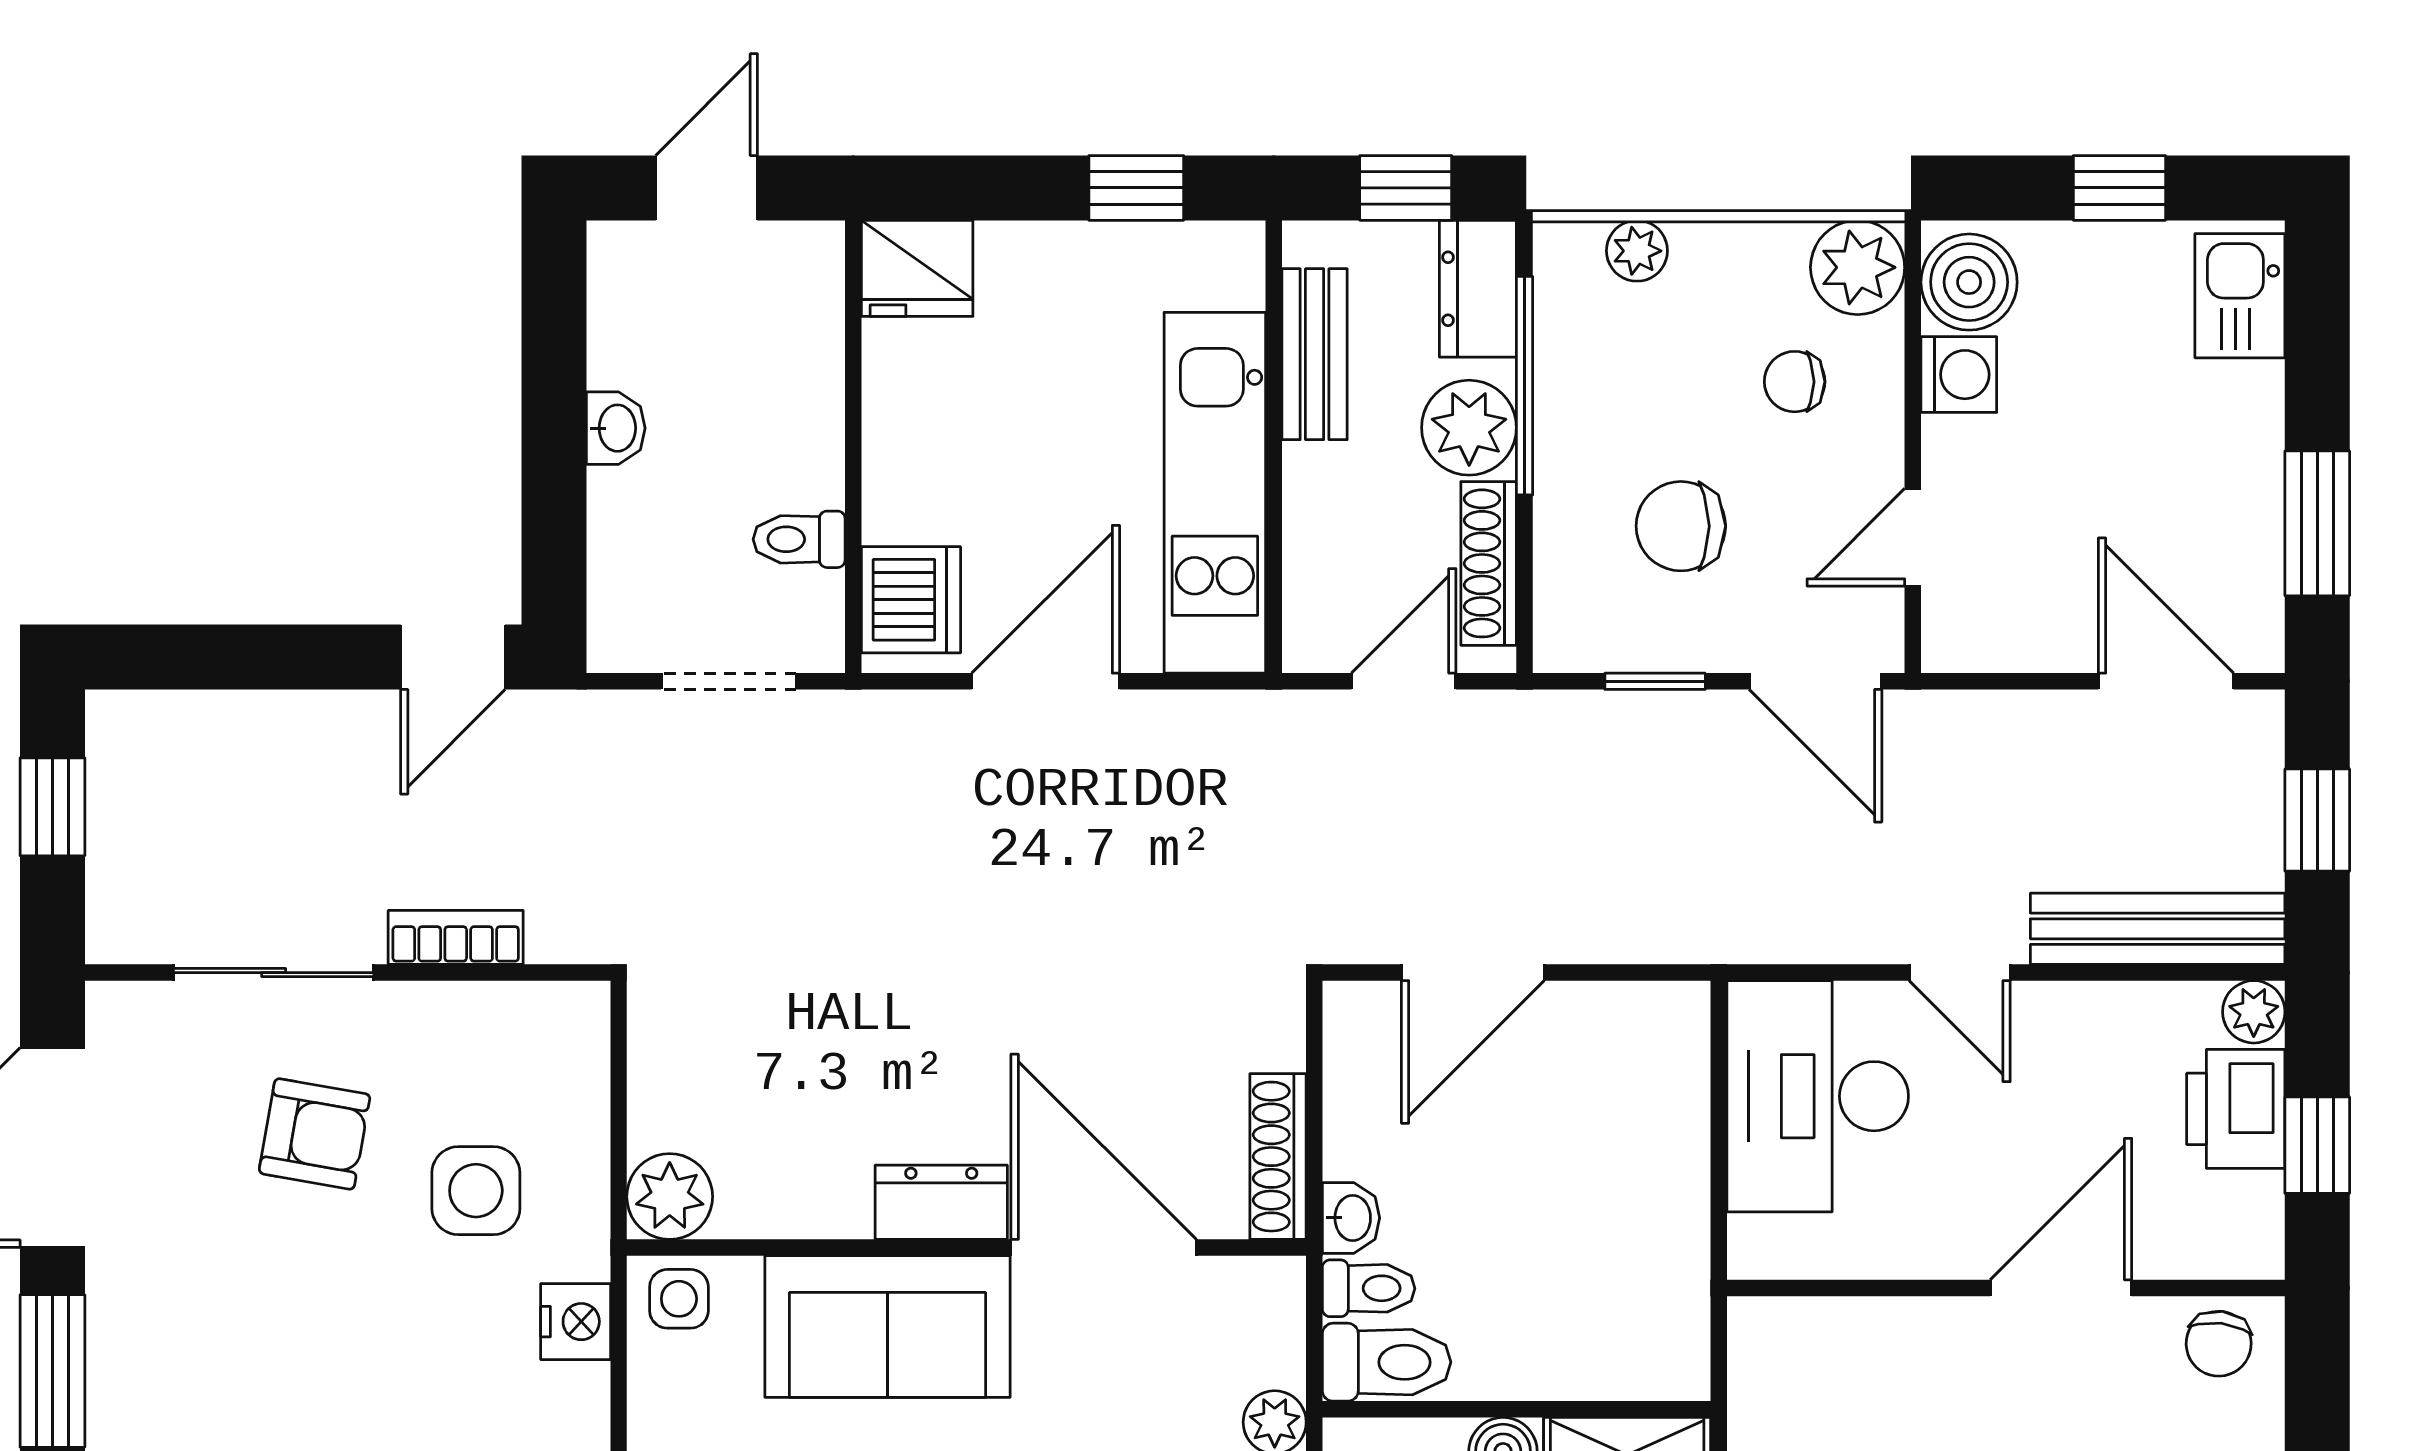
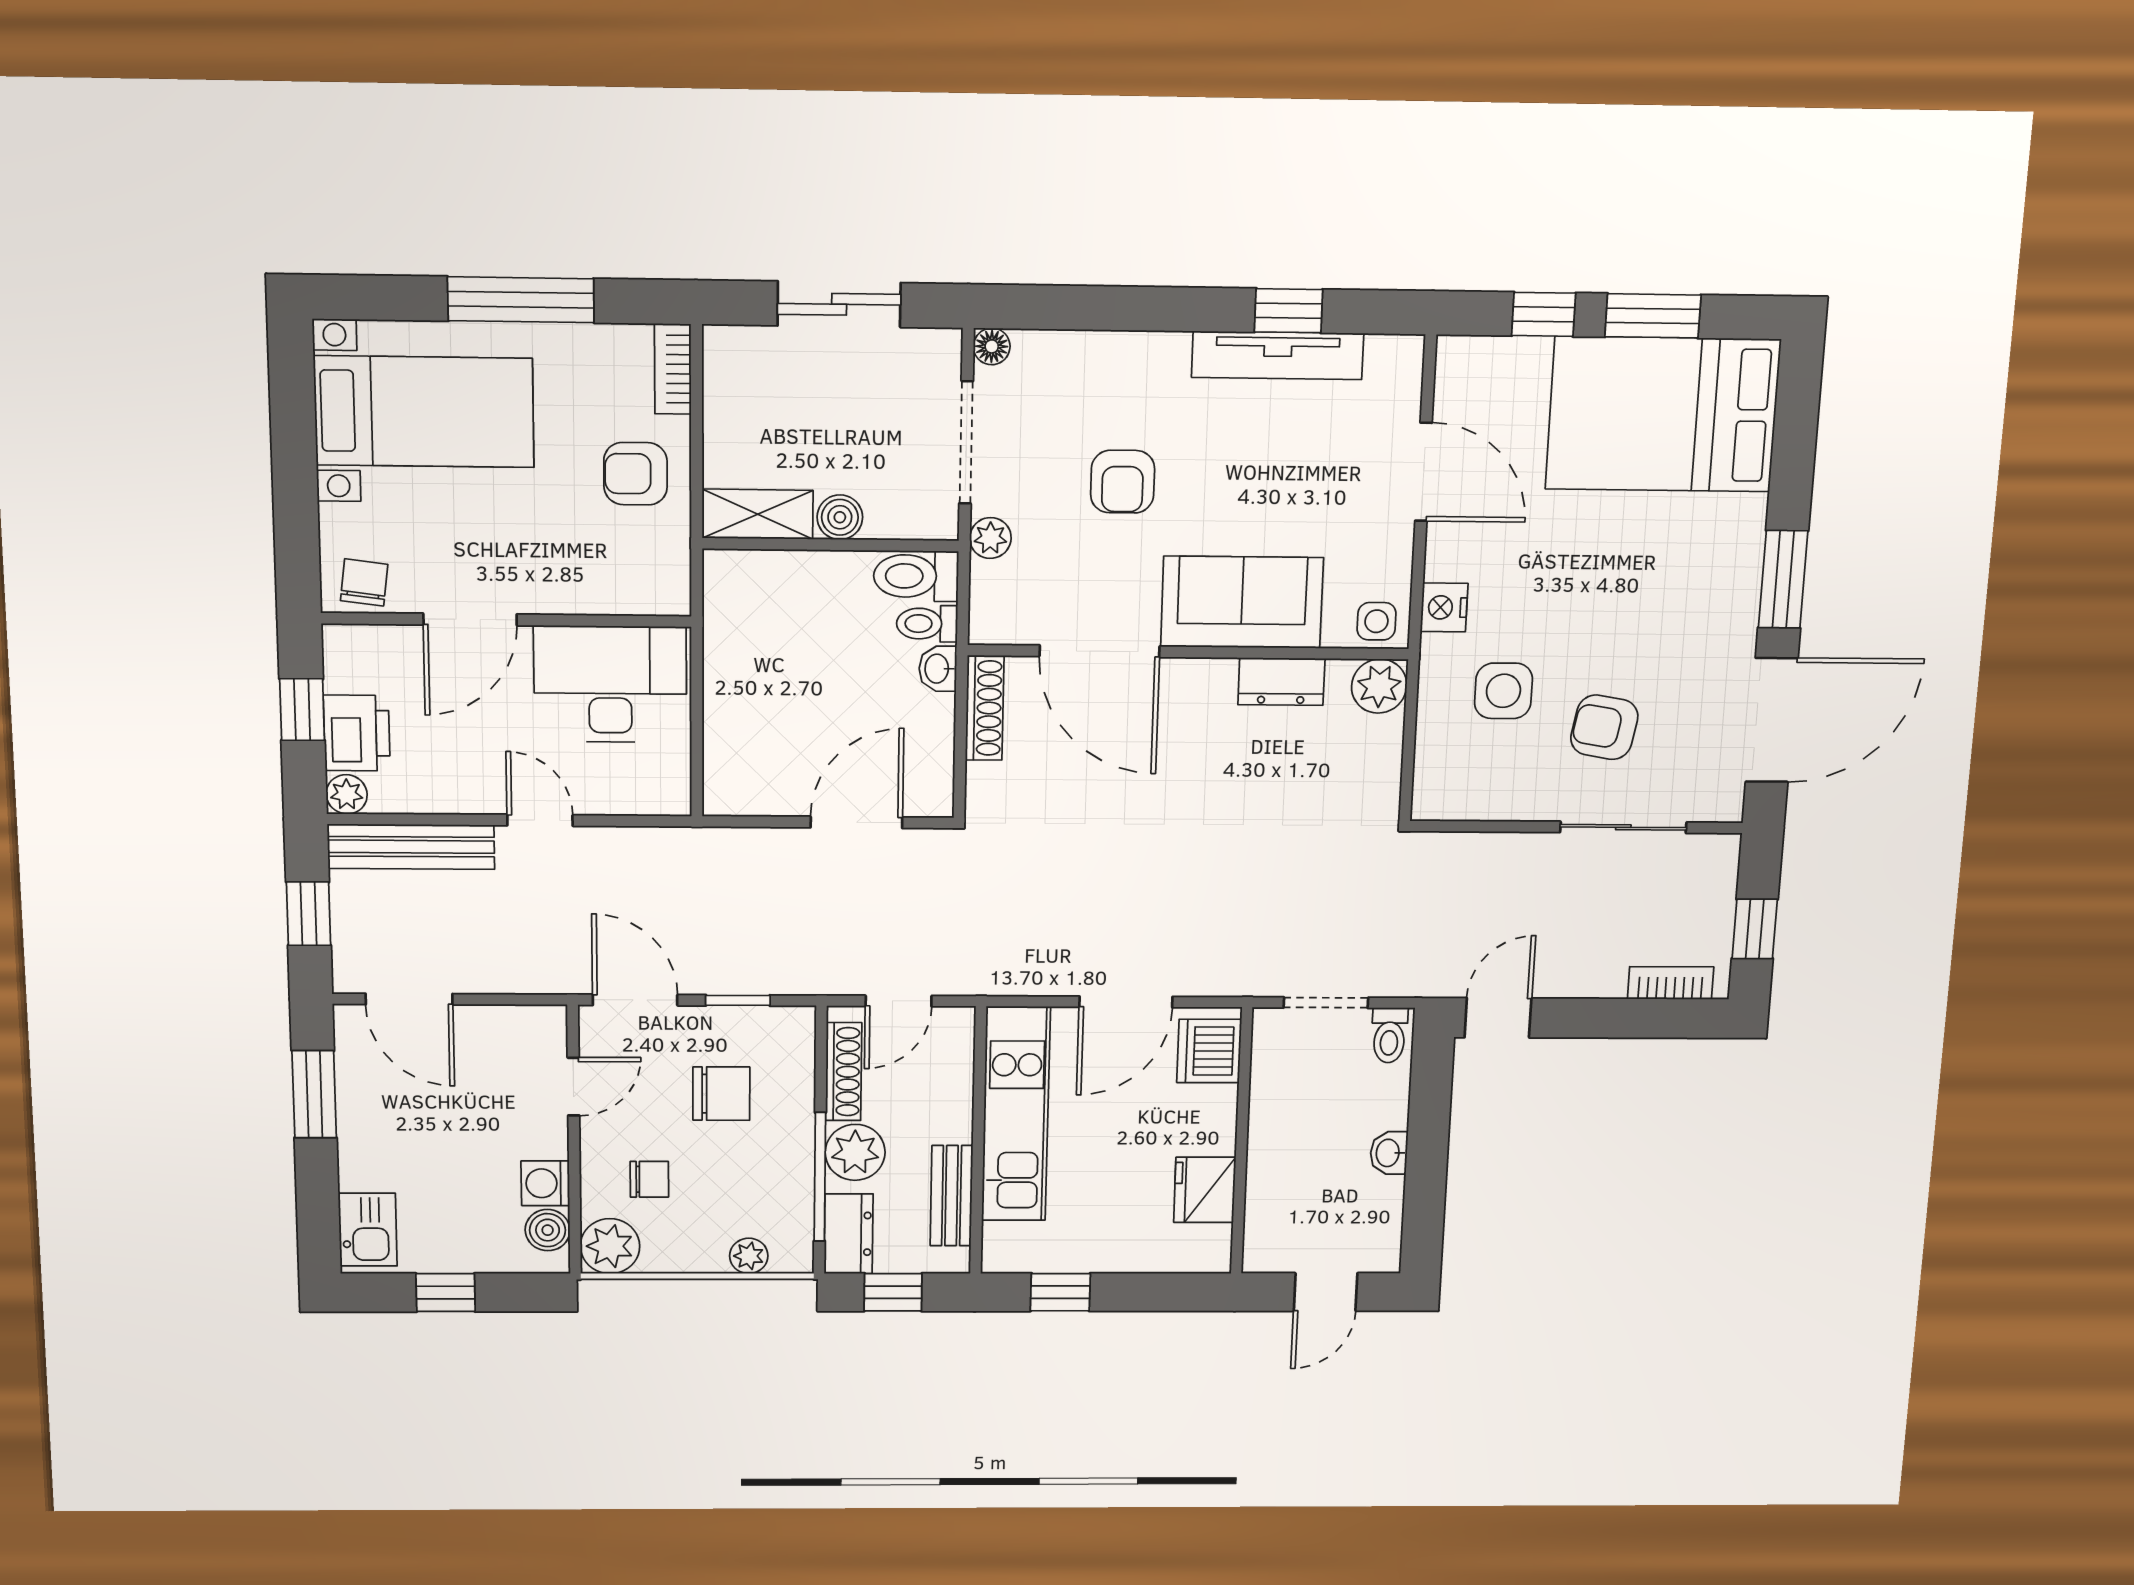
fridge: (917, 268) -> (1205, 1190), moved, turned -90
boiler: (1969, 282) -> (548, 1230), width x0.73, depth x0.73
toilet: (799, 539) -> (1389, 1035), moved, turned 90
bookcase: (456, 937) -> (1671, 983), moved, turned 180
desk: (1818, 1096) -> (610, 684), moved, turned -90
dresser: (941, 1202) -> (1281, 682), moved

